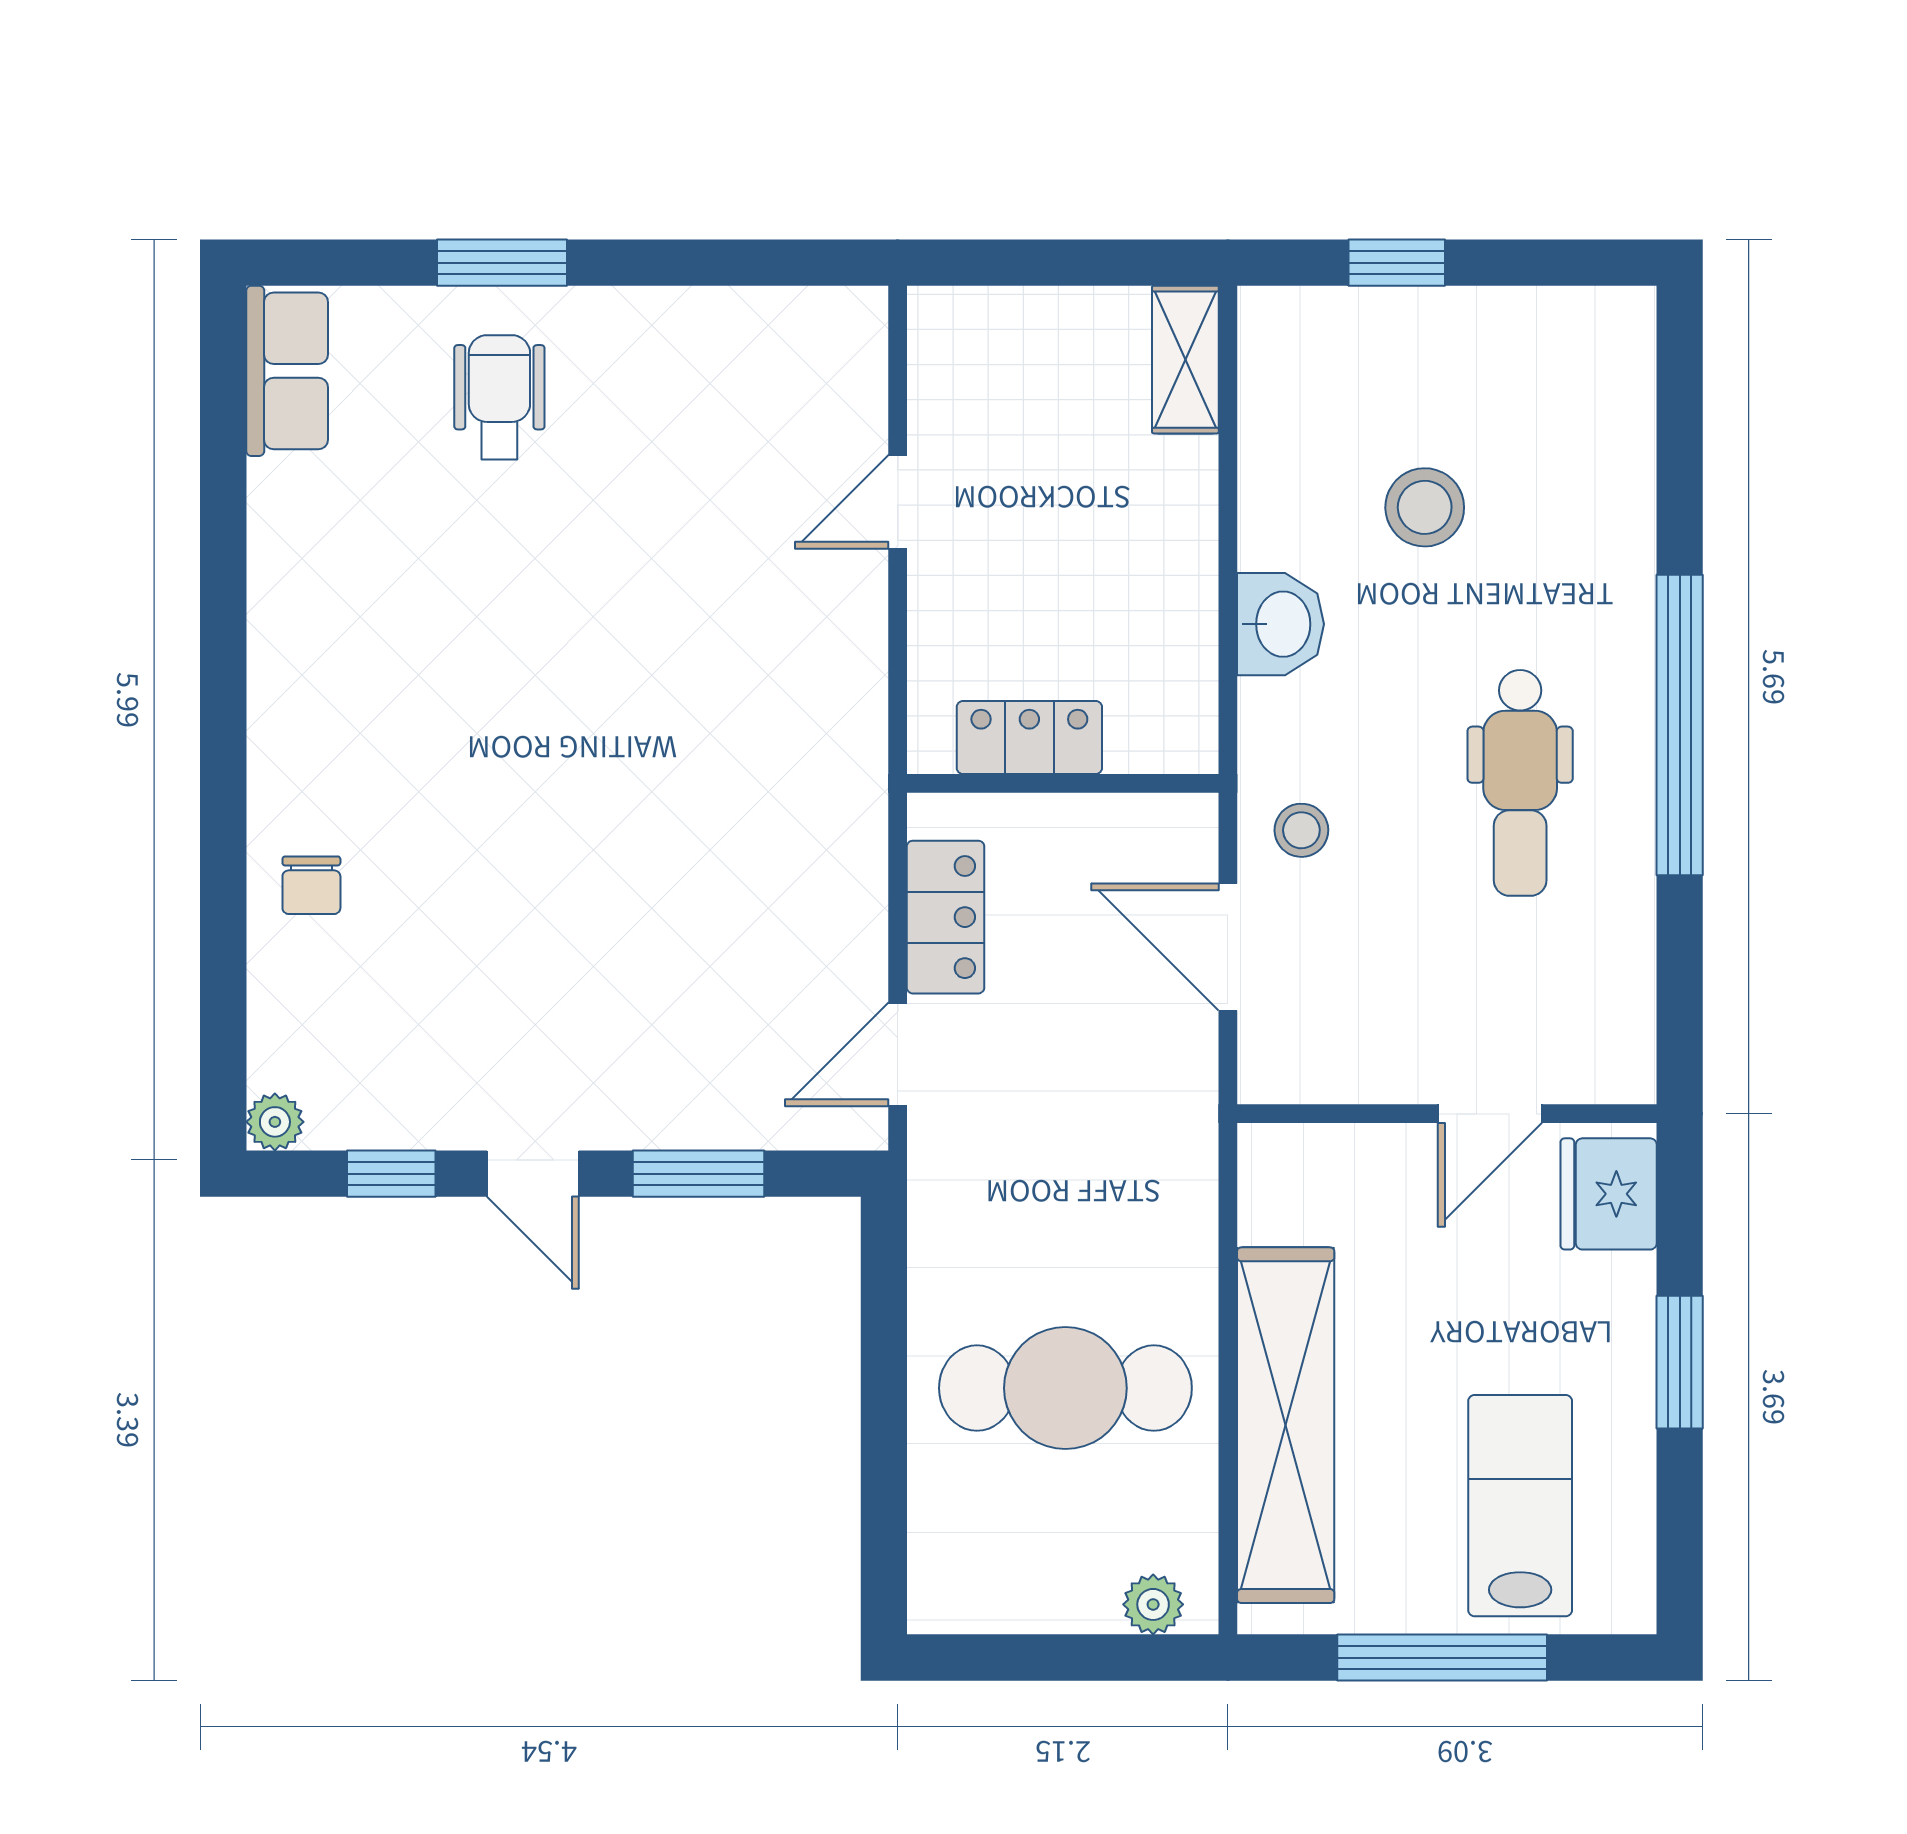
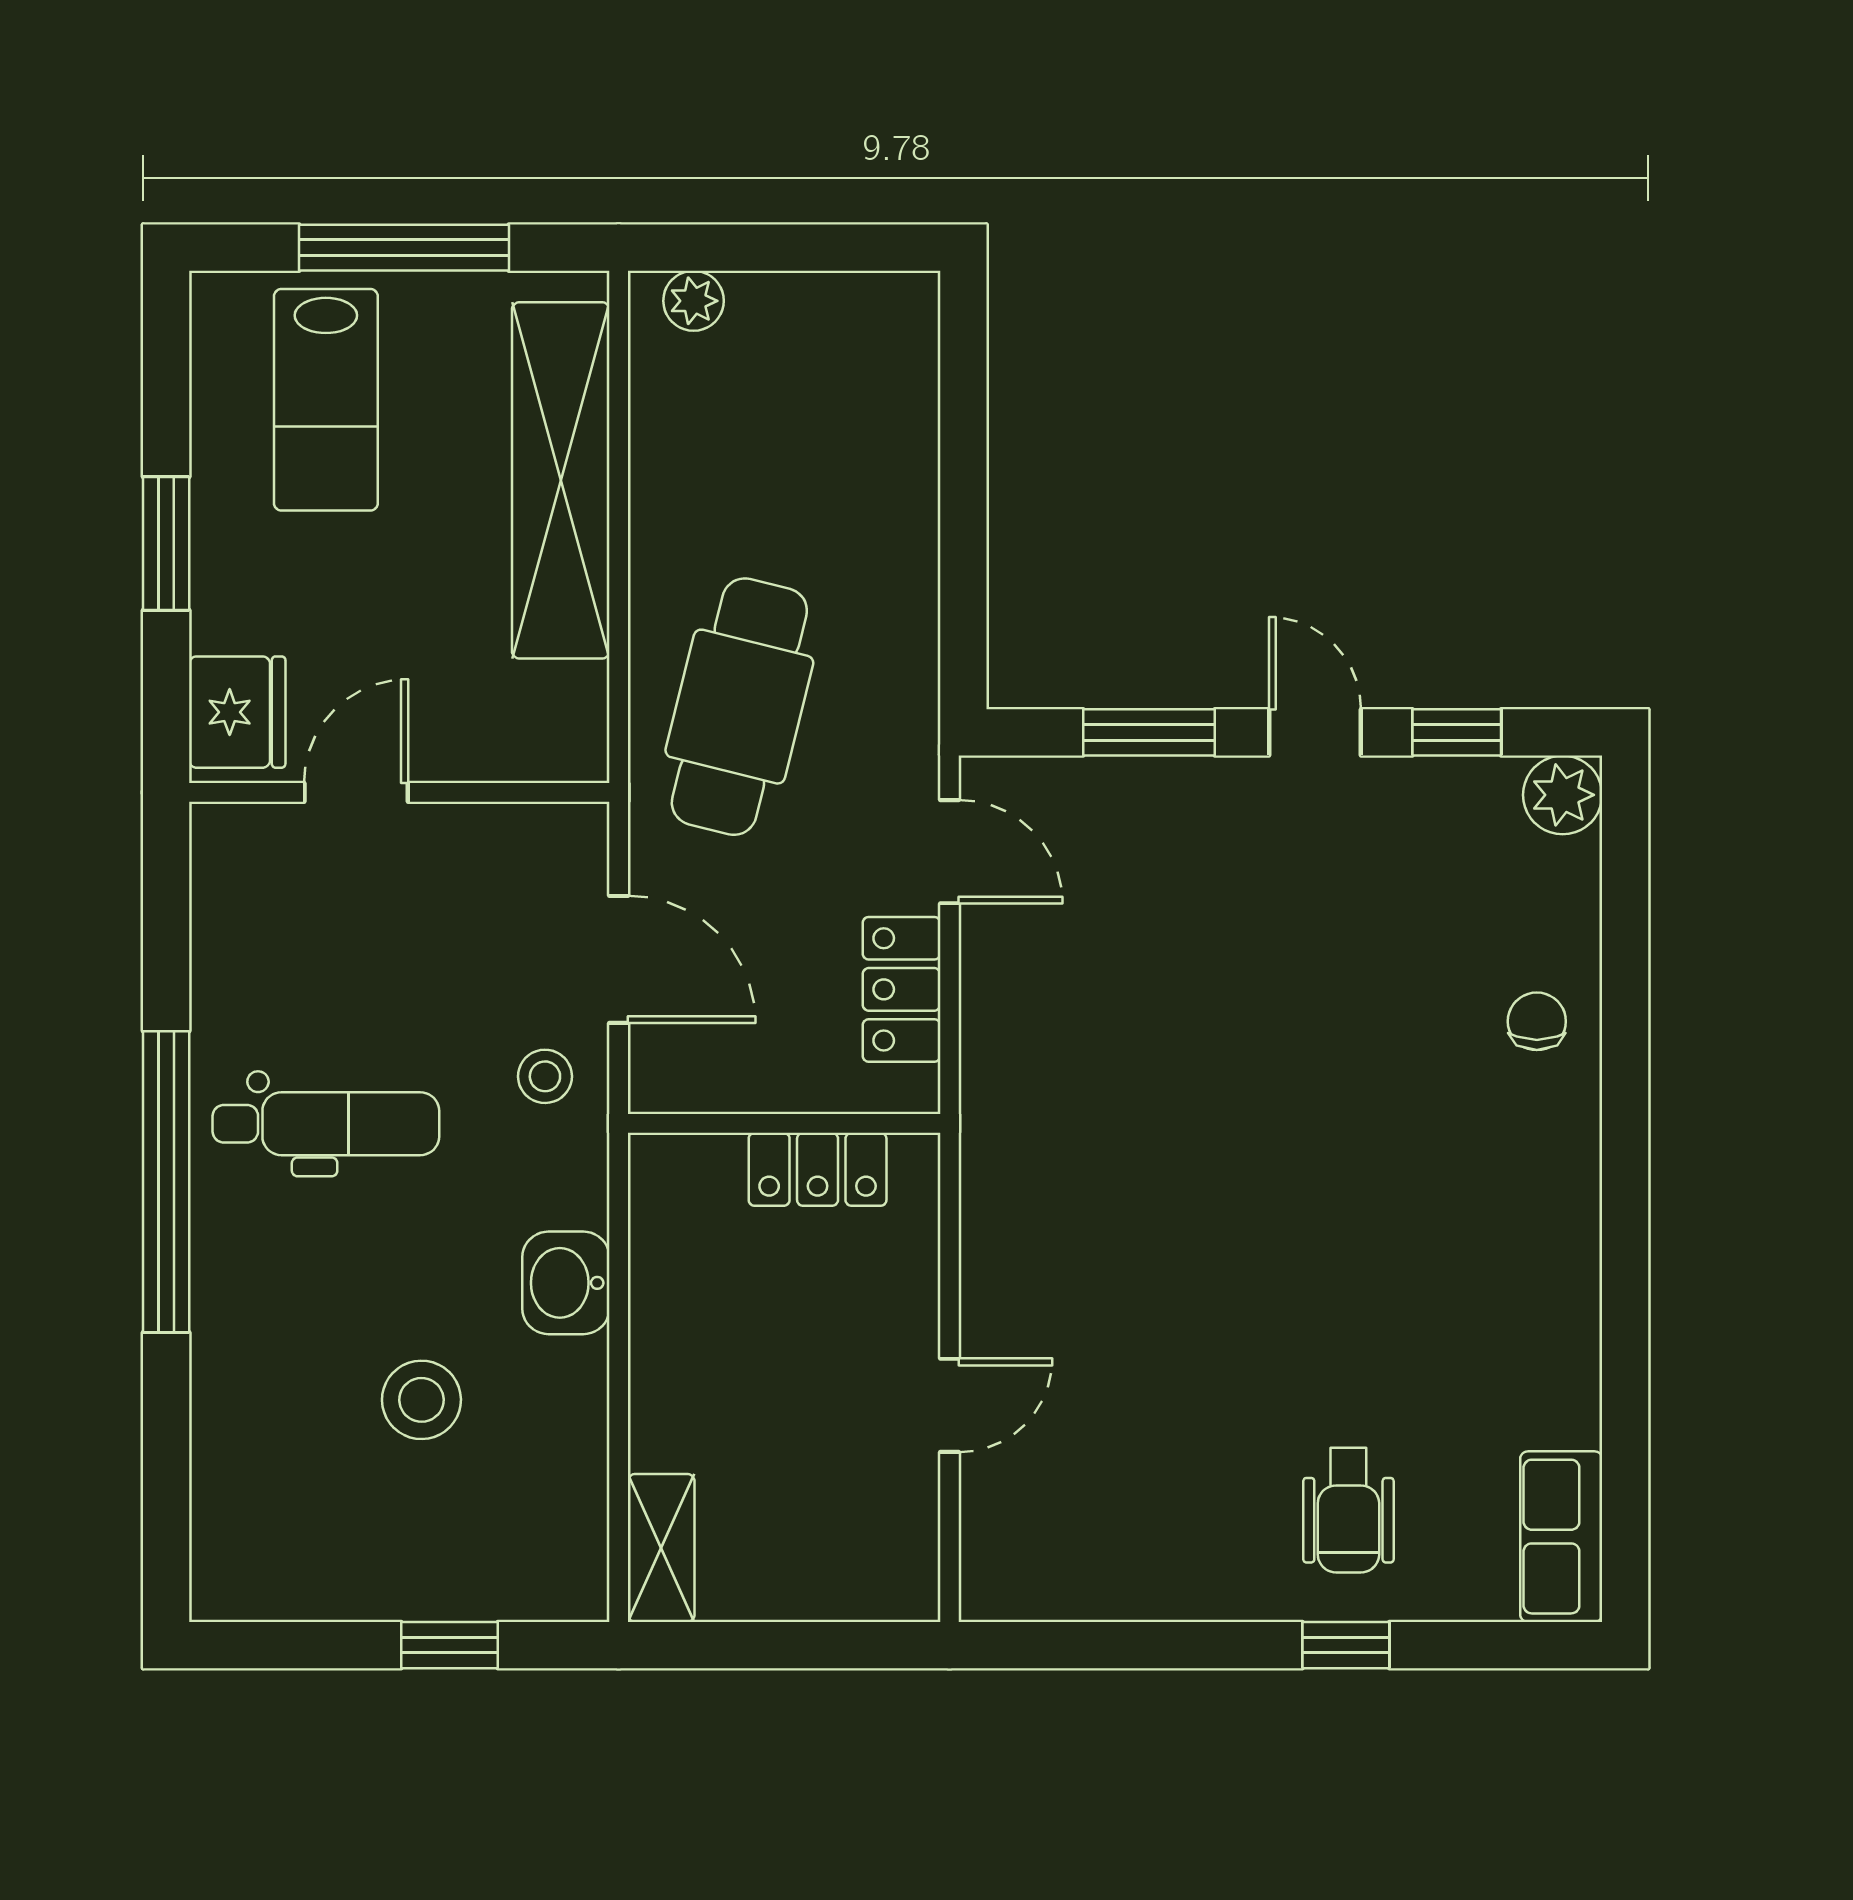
window: (502, 263) -> (1346, 1645), width x0.67
dental chair: (1520, 783) -> (326, 1124), turned 90
door: (898, 1054) -> (949, 852), hinge flipped
plant: (275, 1122) -> (1563, 795), width x1.38, depth x1.38
cafe table: (1065, 1388) -> (739, 707), moved, turned -76

